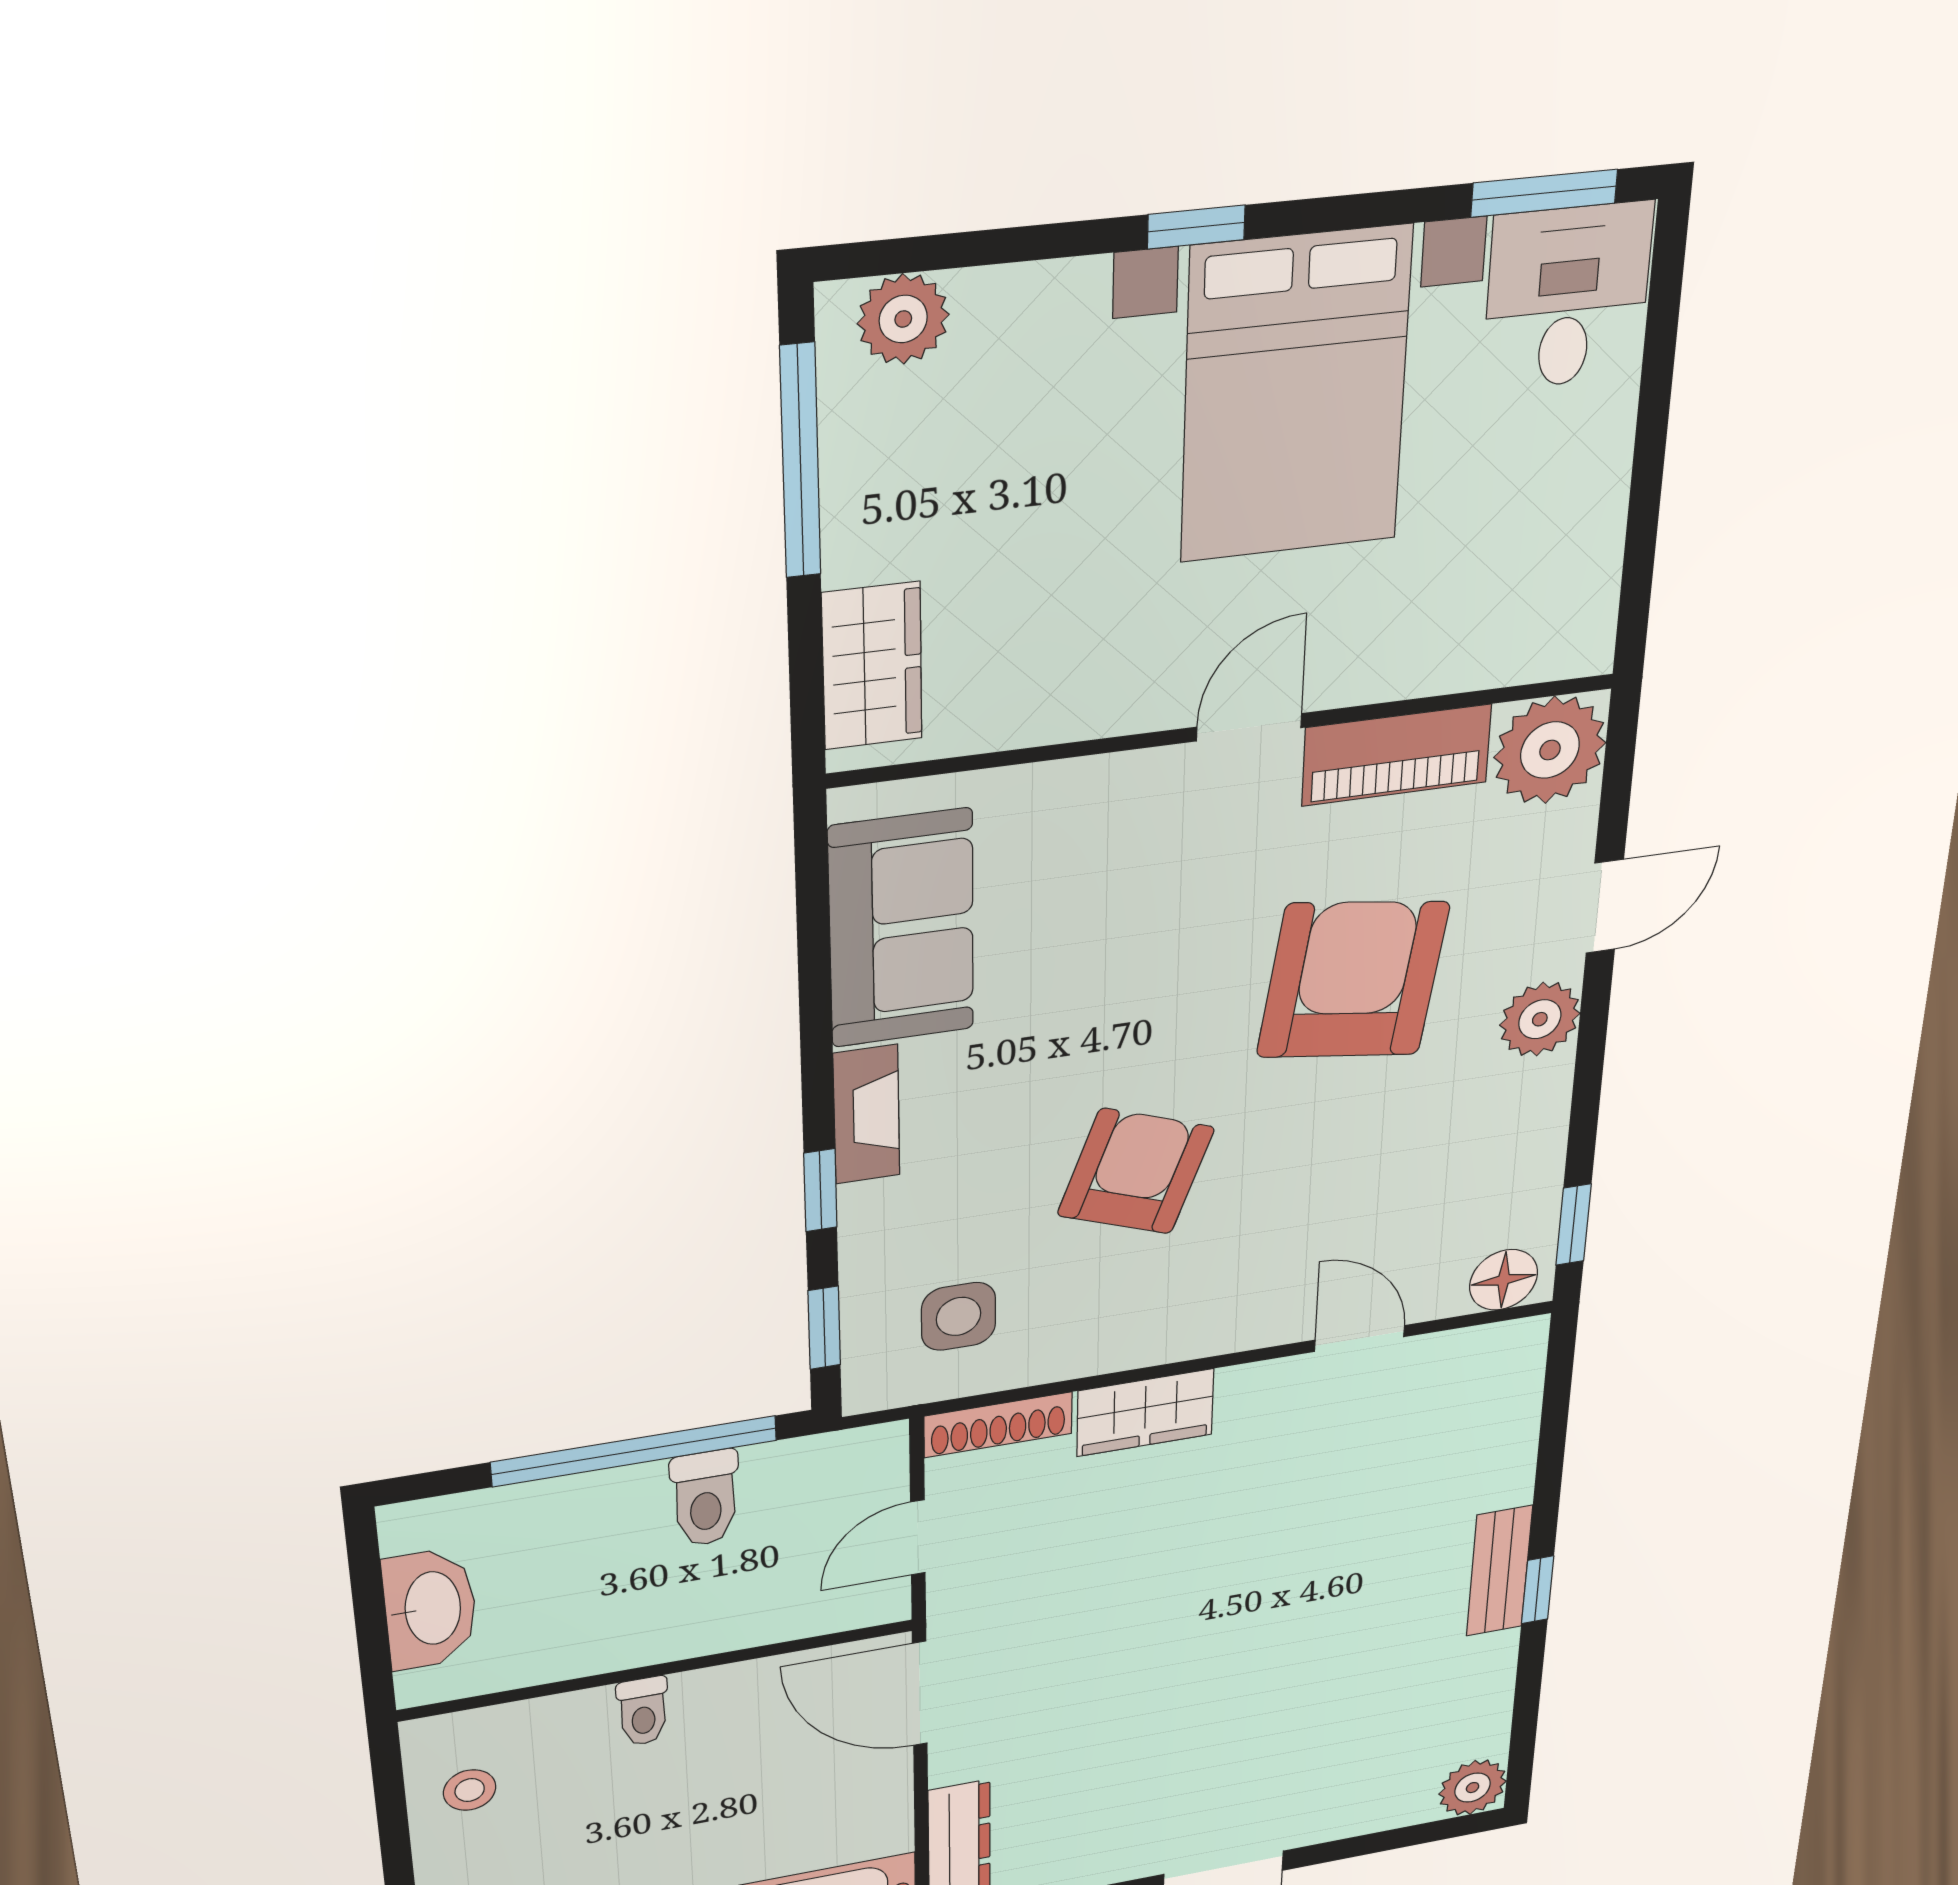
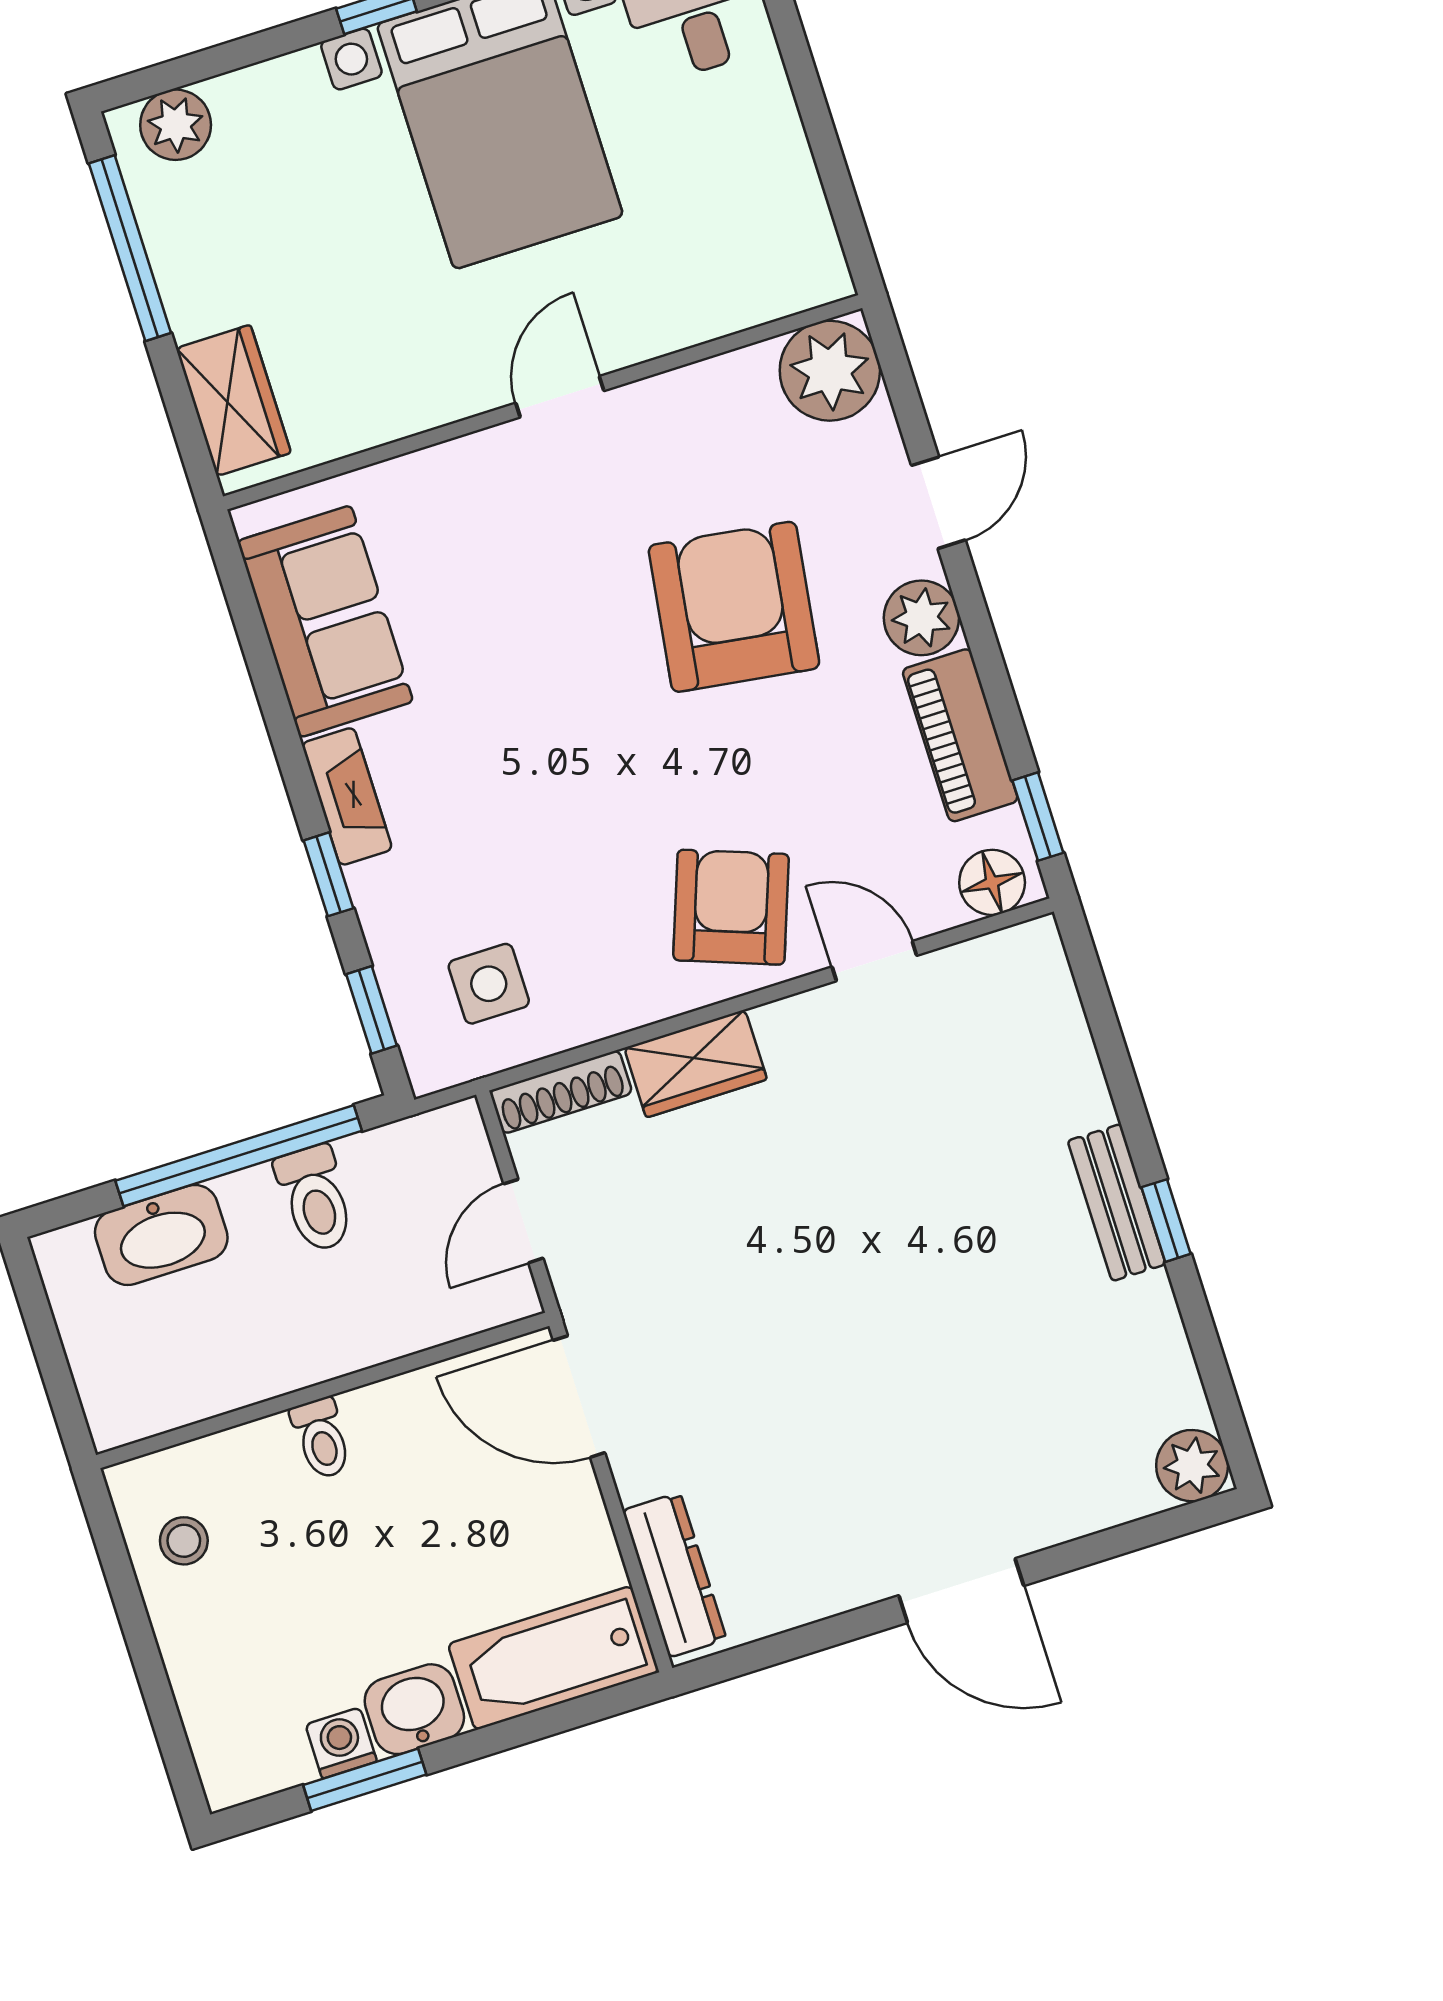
piano: (1397, 755) -> (960, 735), moved, turned 90
armchair: (1136, 1171) -> (731, 907), moved
washbasin: (430, 1609) -> (161, 1235), moved, turned 90

